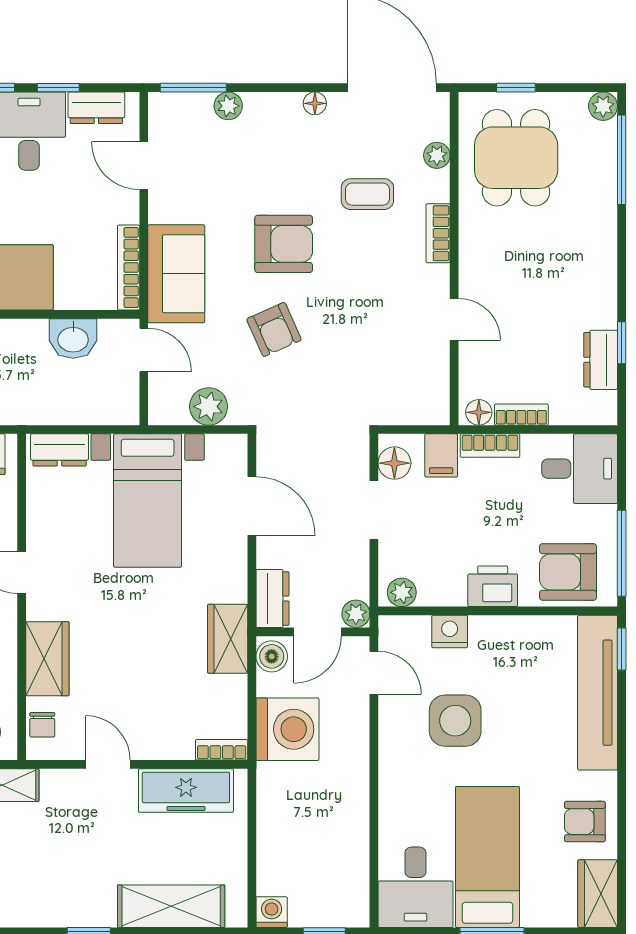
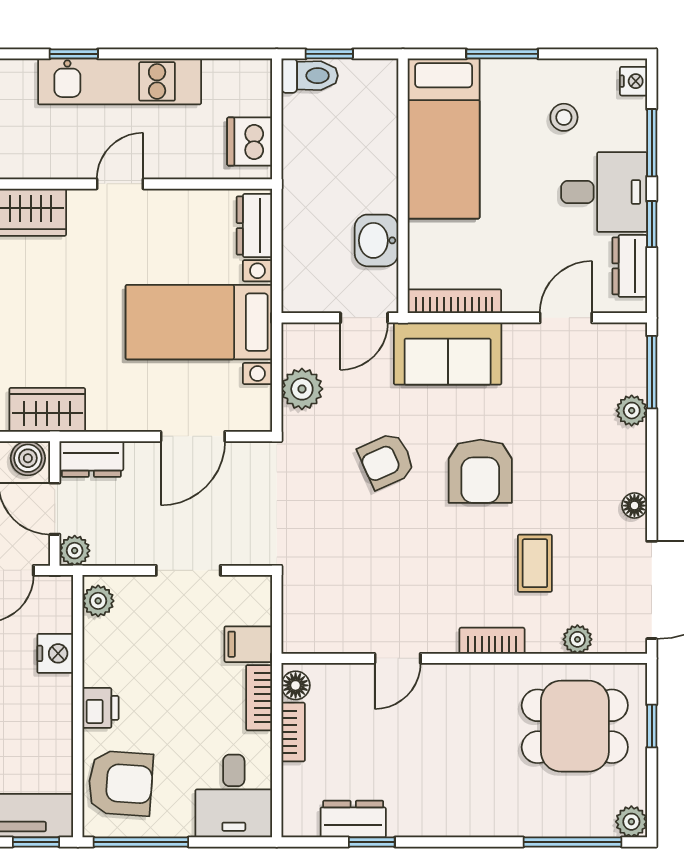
floor lamp: (394, 463) -> (240, 593), removed
armchair: (568, 572) -> (120, 783), turned 94
printer: (493, 586) -> (100, 708), width x0.73, depth x0.81

